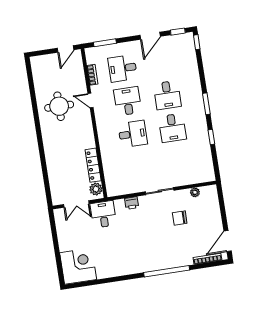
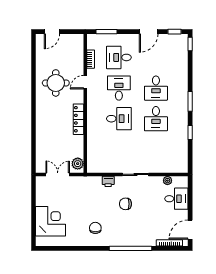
door: (66, 49) -> (52, 32), moved
door: (90, 100) -> (85, 82), hinge flipped
locker: (93, 165) -> (78, 119), moved
double door: (76, 204) -> (58, 174), swing flipped
desk: (103, 214) -> (176, 199), moved, turned 90
chair: (180, 218) -> (125, 204), moved
chair: (126, 255) -> (95, 228), added
corner desk: (78, 266) -> (51, 221), moved

